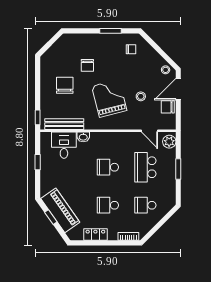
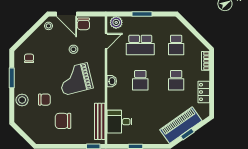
stool: (87, 42) -> (22, 100), added
washbasin: (83, 137) -> (112, 81), moved

